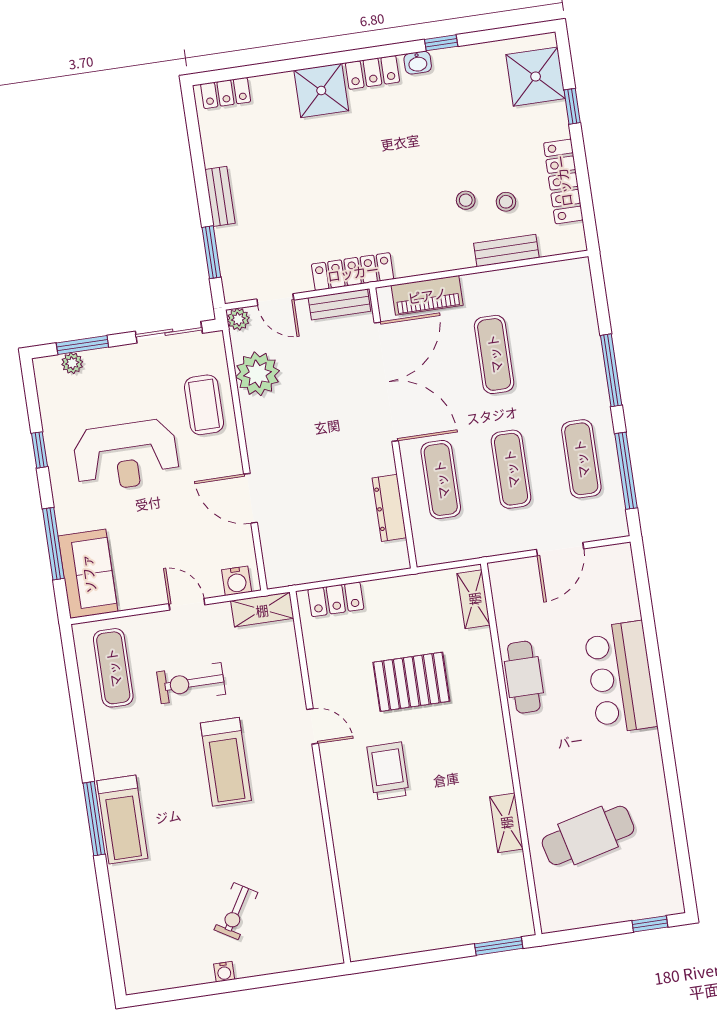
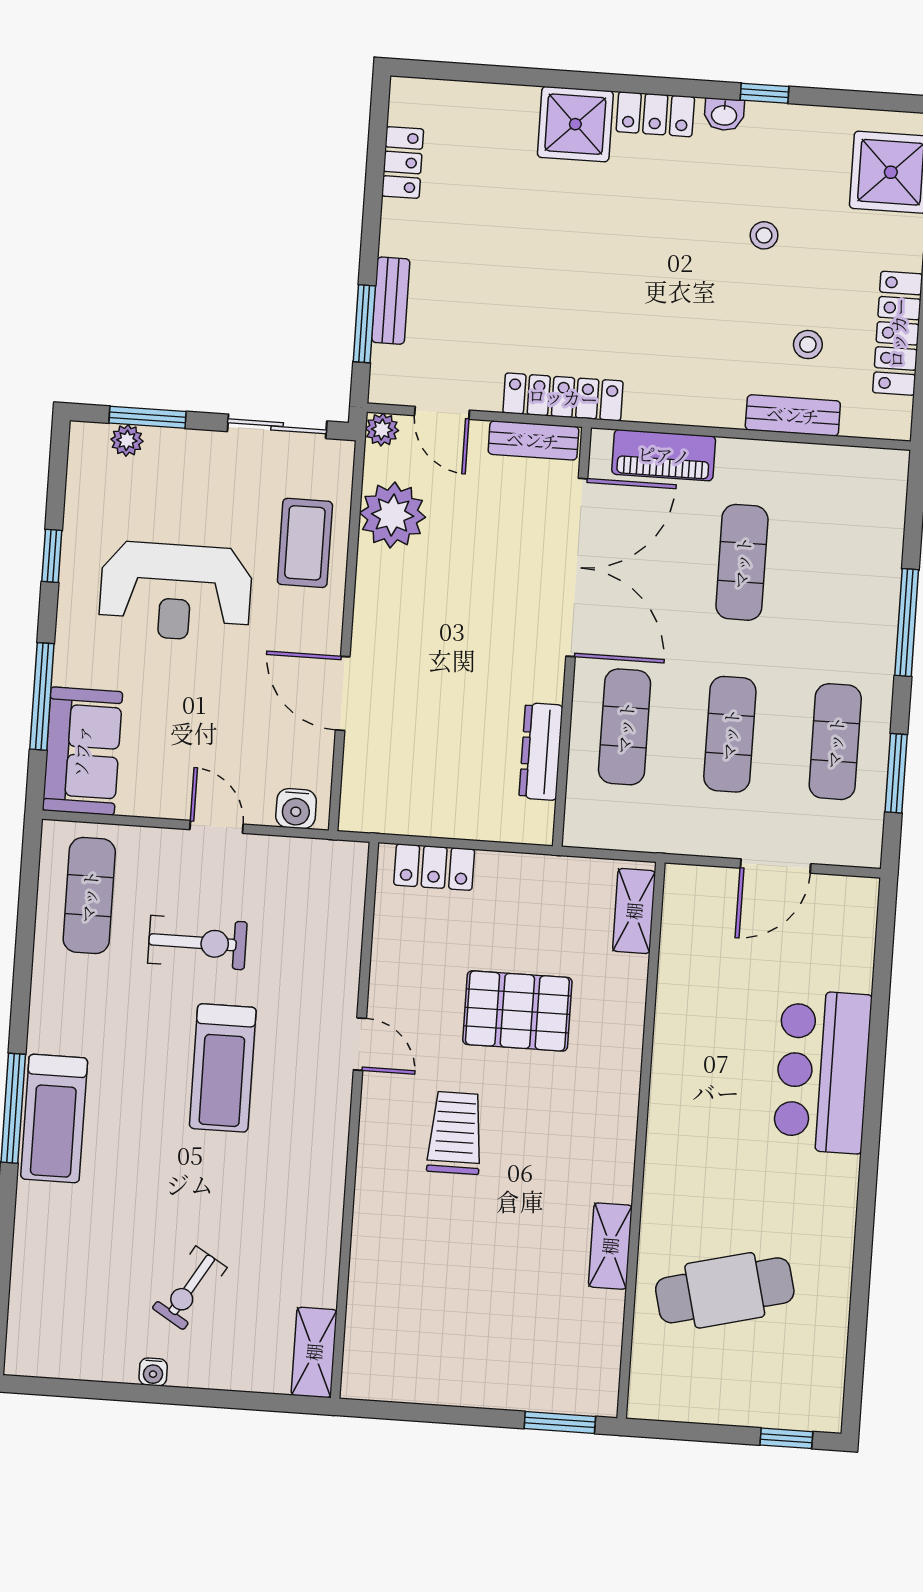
locker: (226, 93) -> (403, 162), moved, turned -90
bench: (220, 196) -> (391, 301), moved
stool: (466, 200) -> (764, 235), moved
window: (626, 471) -> (896, 773), width x0.69
shelving: (262, 610) -> (314, 1352), moved, turned 90
cafe table: (524, 677) -> (682, 1040), removed
exercise bike: (191, 683) -> (197, 943), turned 180

